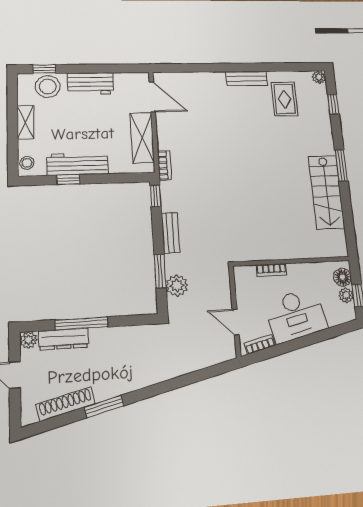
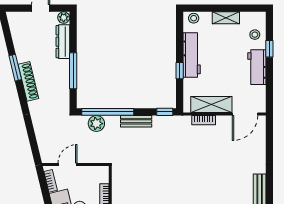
window: (44, 69) -> (269, 49), moved
stool: (48, 86) -> (255, 35), width x0.53, depth x0.53
bookcase: (165, 165) -> (204, 120), moved
window: (68, 180) -> (180, 71), moved
window: (160, 271) -> (108, 112), width x2.11
window: (82, 323) -> (73, 71), moved
shoe rack: (66, 404) -> (28, 81), moved

